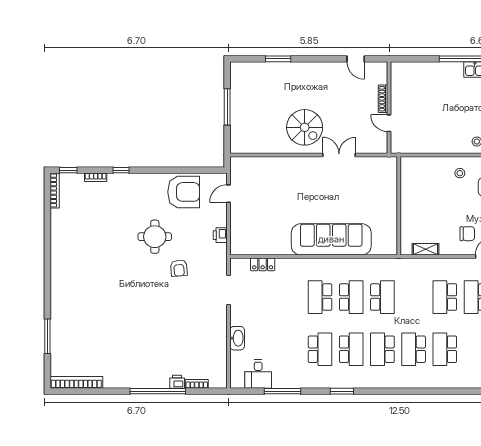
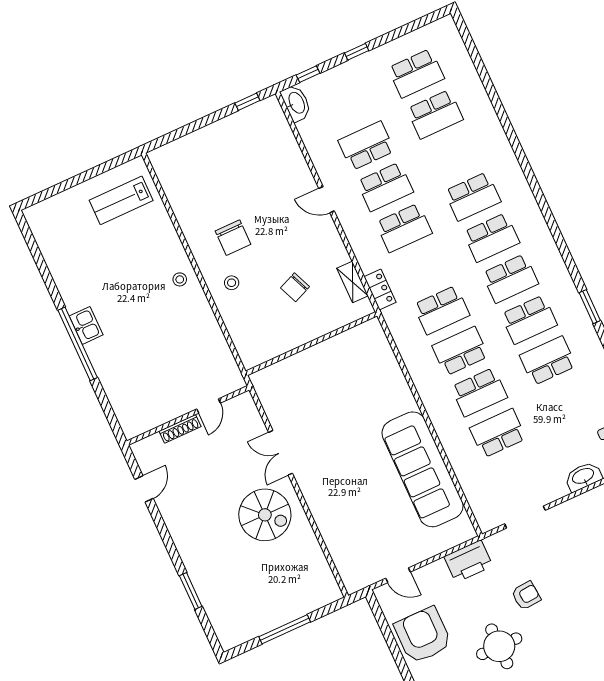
spiral stairs: (305, 127) -> (265, 515), turned 90
chair: (467, 234) -> (295, 287), moved, turned -113
printer: (220, 235) -> (468, 561), width x1.87, depth x1.48
sofa: (331, 239) -> (423, 469), moved
locker: (263, 264) -> (380, 290), moved
school desk: (289, 297) -> (498, 433), added
school desk: (382, 297) -> (442, 310), turned 180
school desk: (351, 349) -> (529, 320), turned 180

